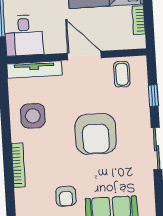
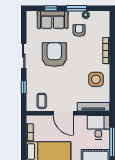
armchair: (96, 134) -> (54, 55), moved

